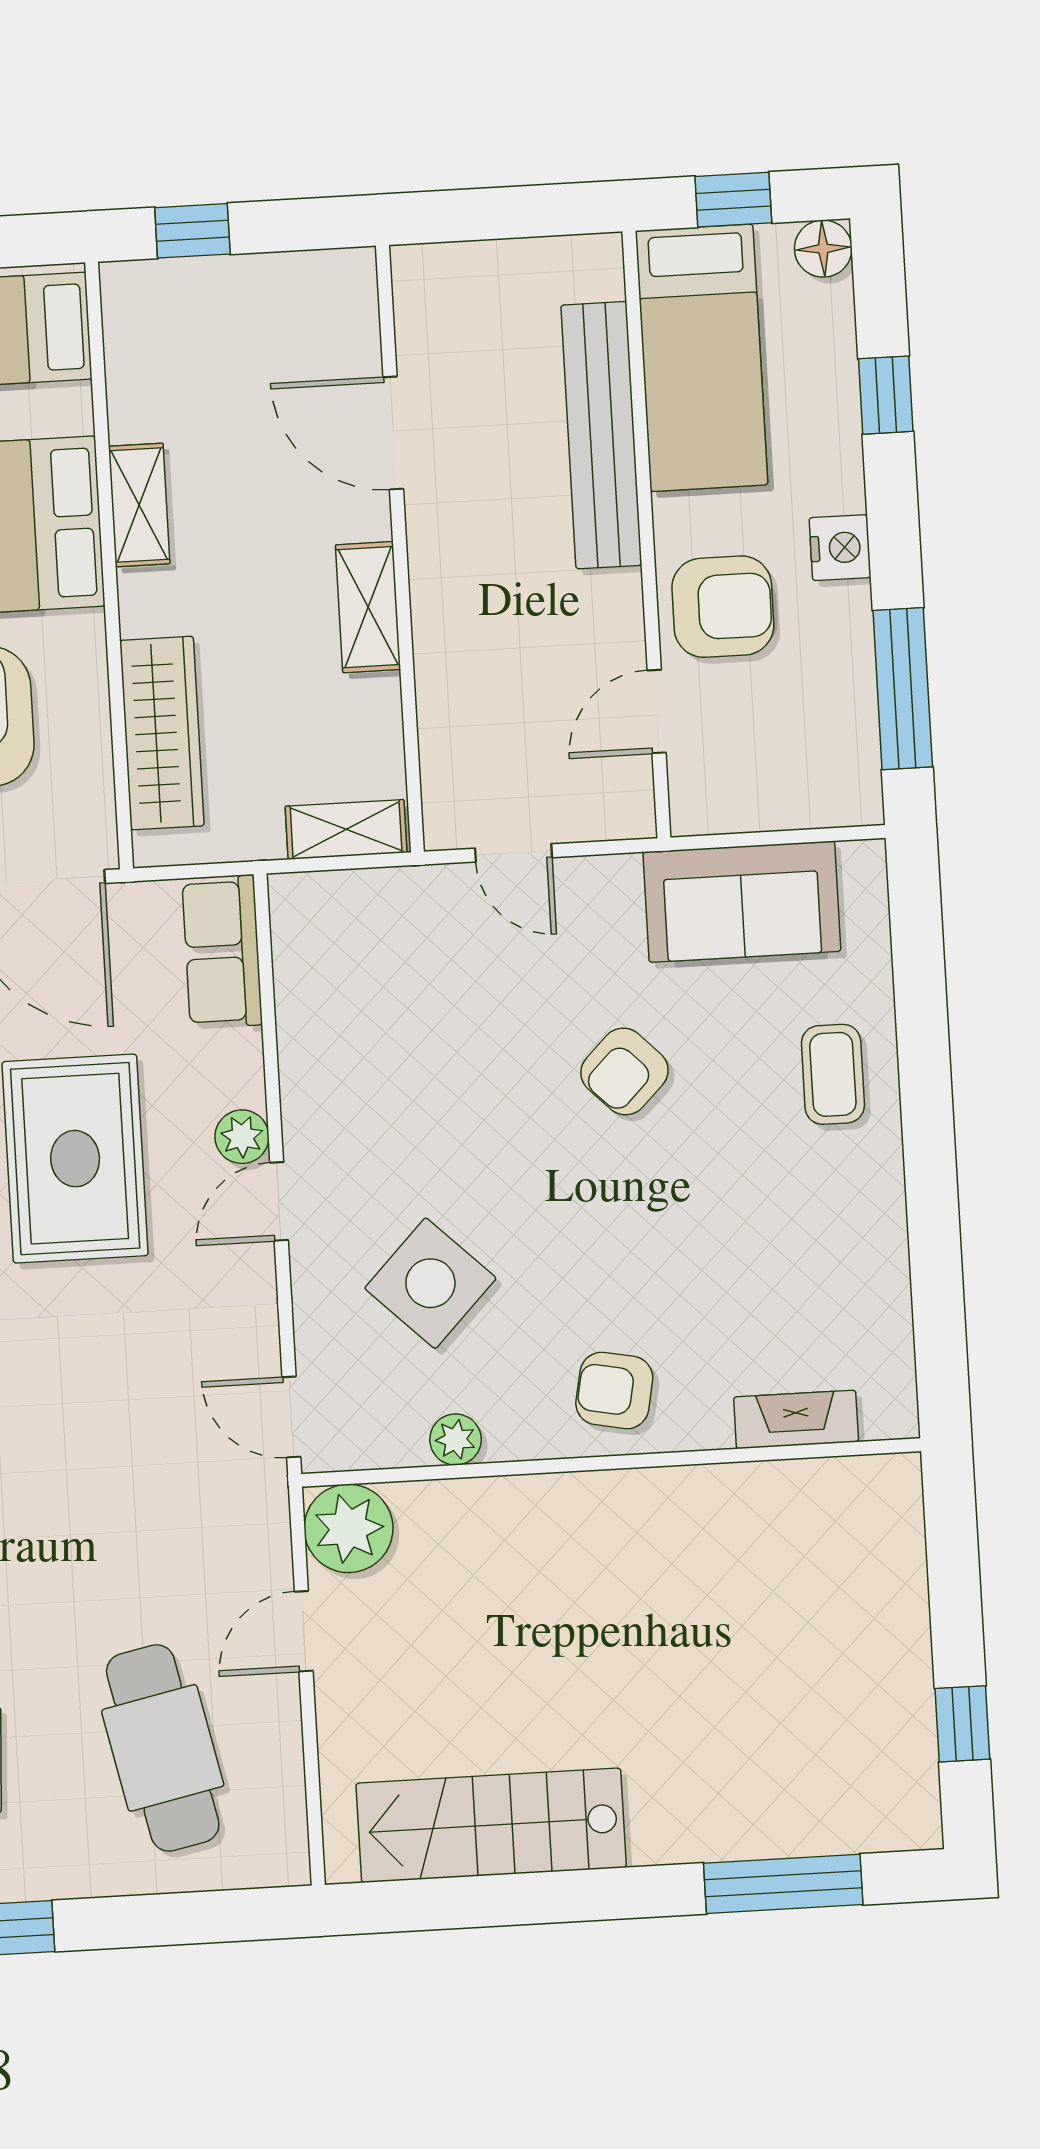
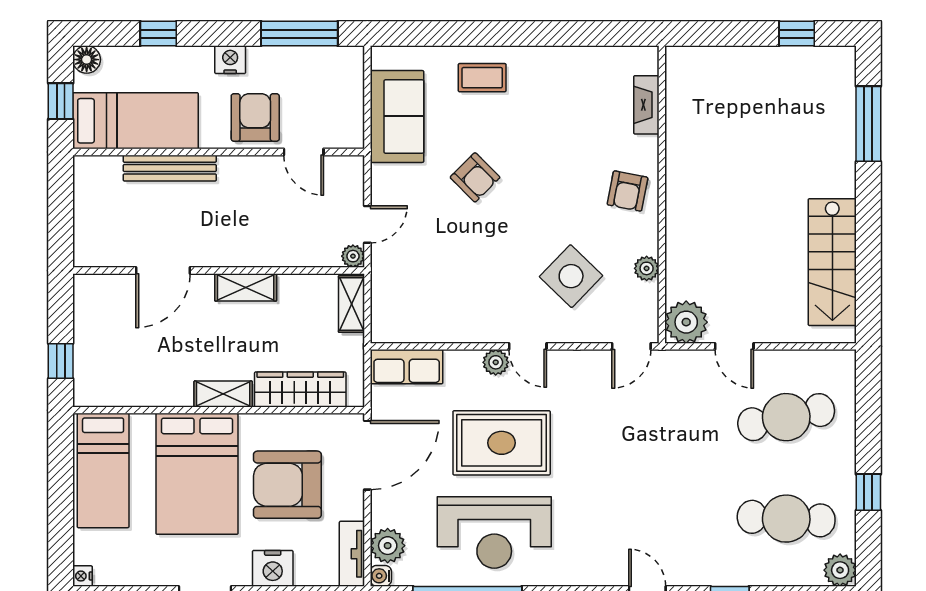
bench: (601, 435) -> (170, 168), width x0.73, depth x0.82
shelving: (139, 505) -> (223, 394), moved
plant: (446, 827) -> (353, 256), added

